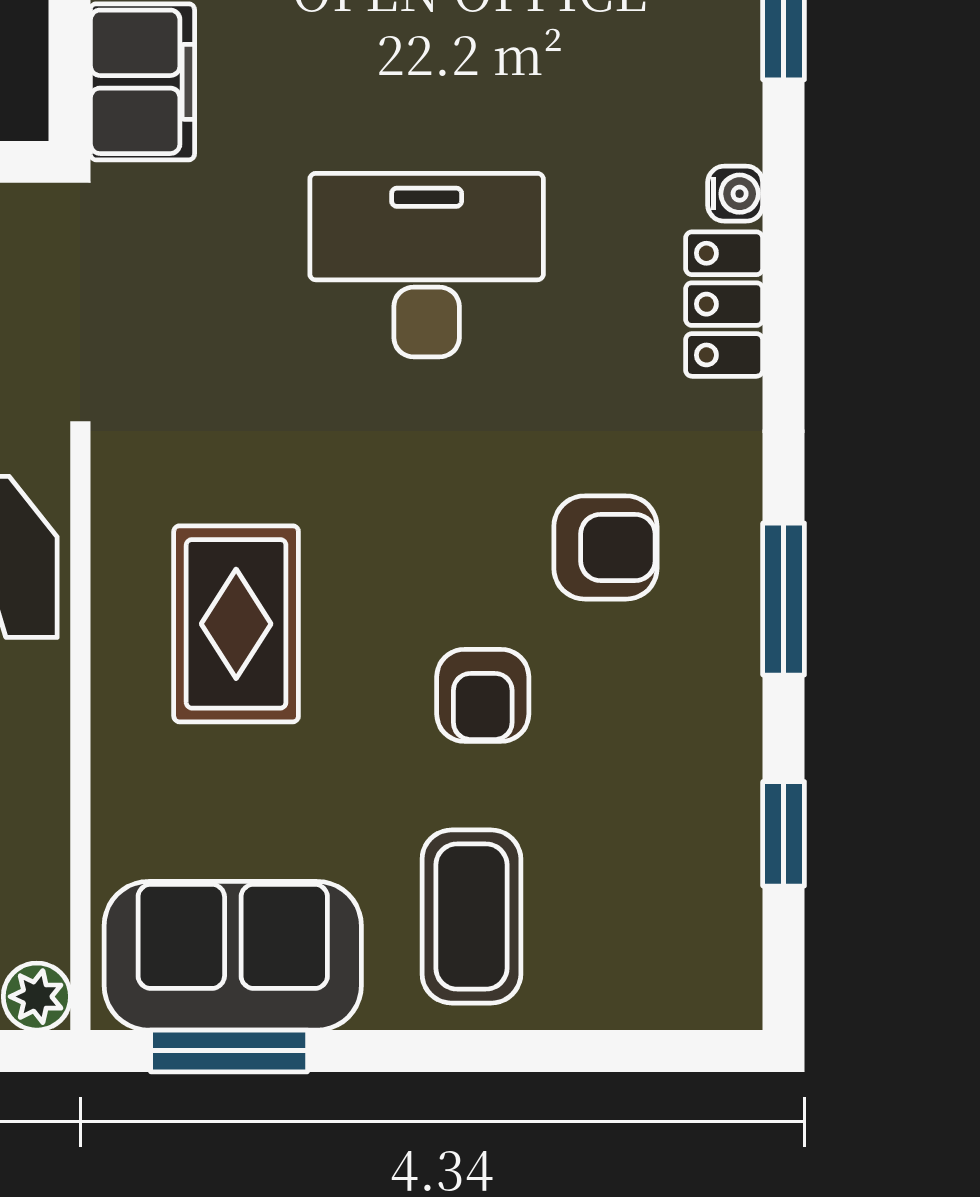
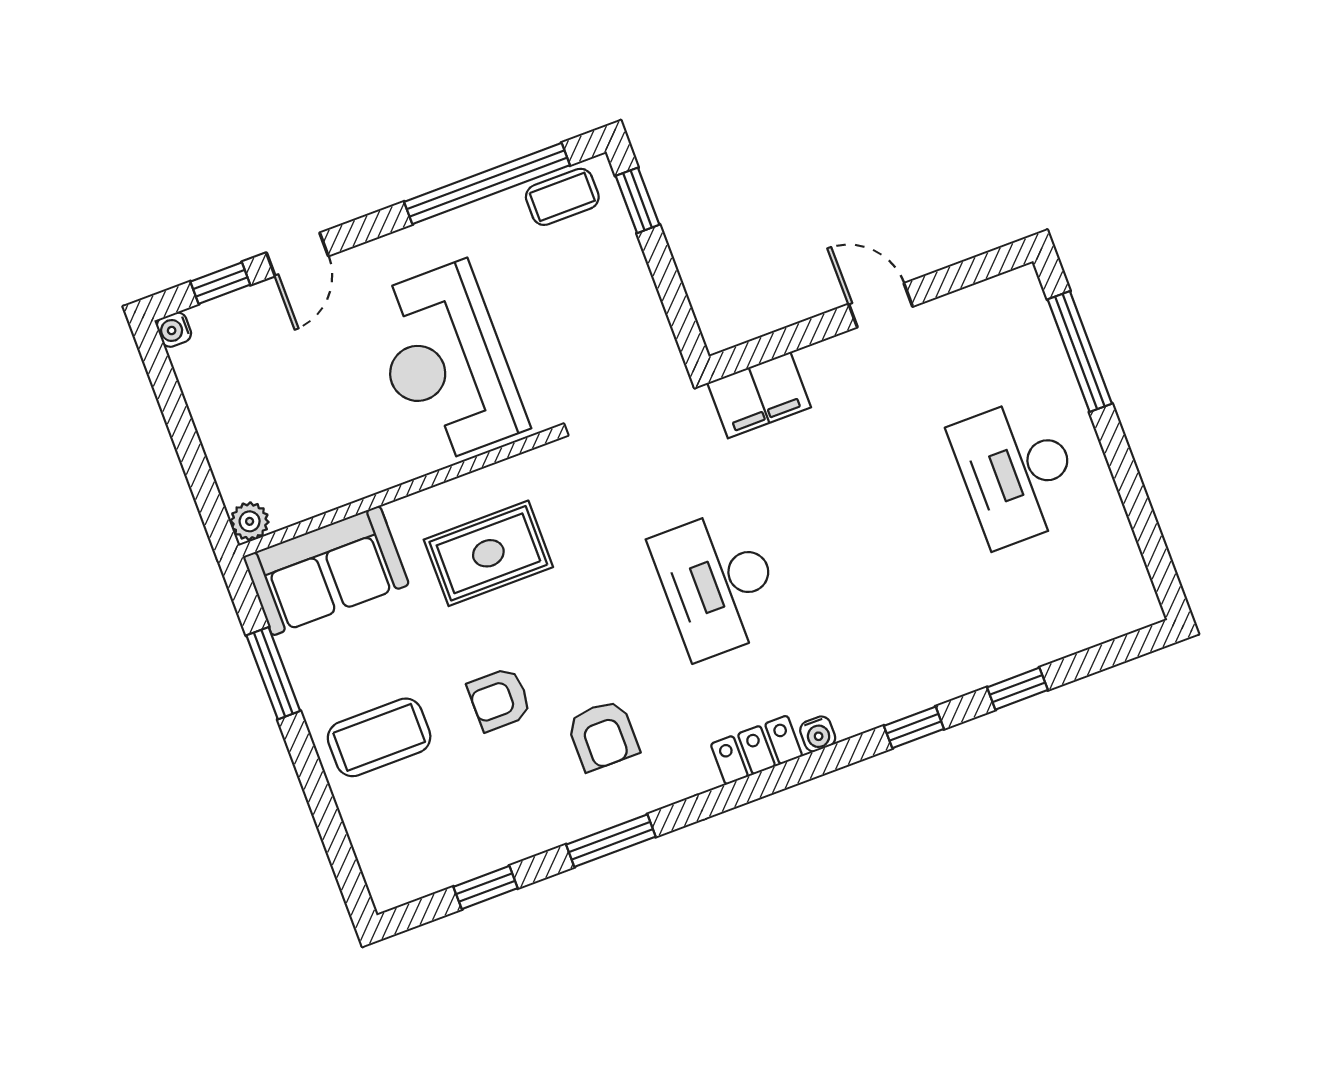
desk: (427, 265) -> (718, 583), turned 180
sofa: (233, 956) -> (326, 571), moved, turned 90
window: (229, 1051) -> (273, 673), moved

